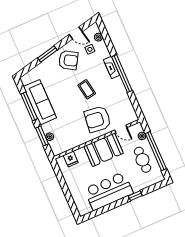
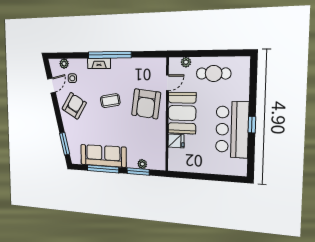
window: (47, 54) -> (65, 144), moved
window: (156, 151) -> (211, 53), removed
fridge: (71, 159) -> (176, 141), moved
window: (135, 196) -> (252, 125), moved

